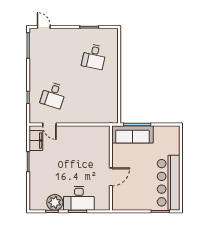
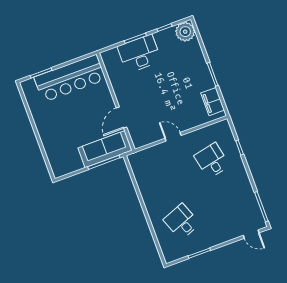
desk: (94, 57) -> (182, 222), turned -33
desk: (53, 95) -> (212, 161), turned -30
door: (49, 125) -> (173, 137), moved
door: (111, 177) -> (121, 117), moved
bar counter: (169, 183) -> (70, 78), moved, turned 90
plant: (55, 202) -> (185, 32), moved

